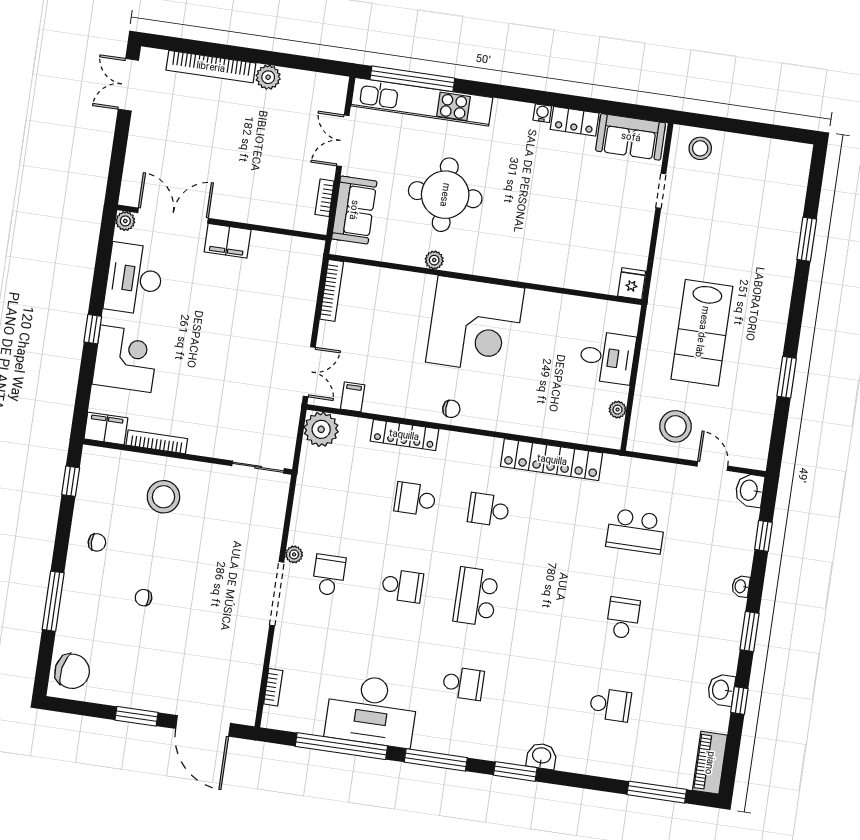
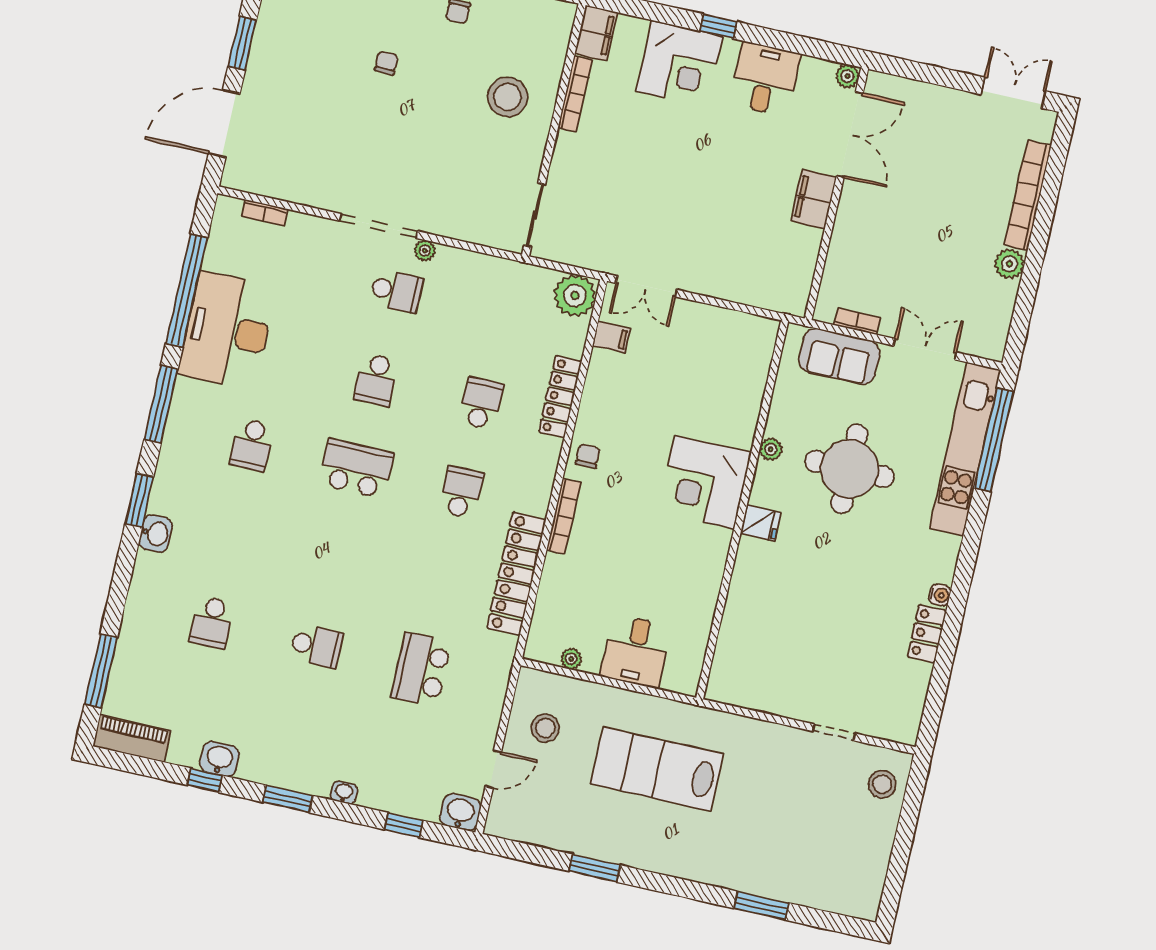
sofa: (631, 137) -> (903, 700), removed
desk: (134, 279) -> (765, 79), width x0.73
fridge: (632, 284) -> (761, 523), moved
bookcase: (332, 290) -> (564, 516), moved, turned -90
corner desk: (475, 325) -> (704, 482), width x0.74, depth x0.74
chair: (451, 409) -> (588, 456), turned 180
stool: (676, 426) -> (545, 728), width x0.73, depth x0.73

